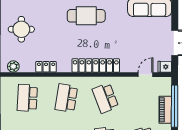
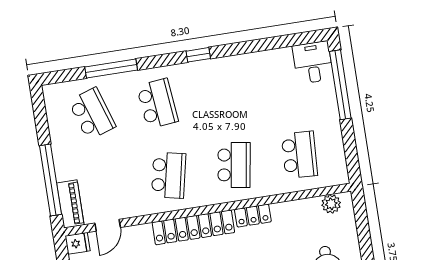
locker: (46, 67) -> (253, 216), moved
school desk: (105, 98) -> (169, 175), turned 33
piano: (165, 110) -> (70, 204), moved

